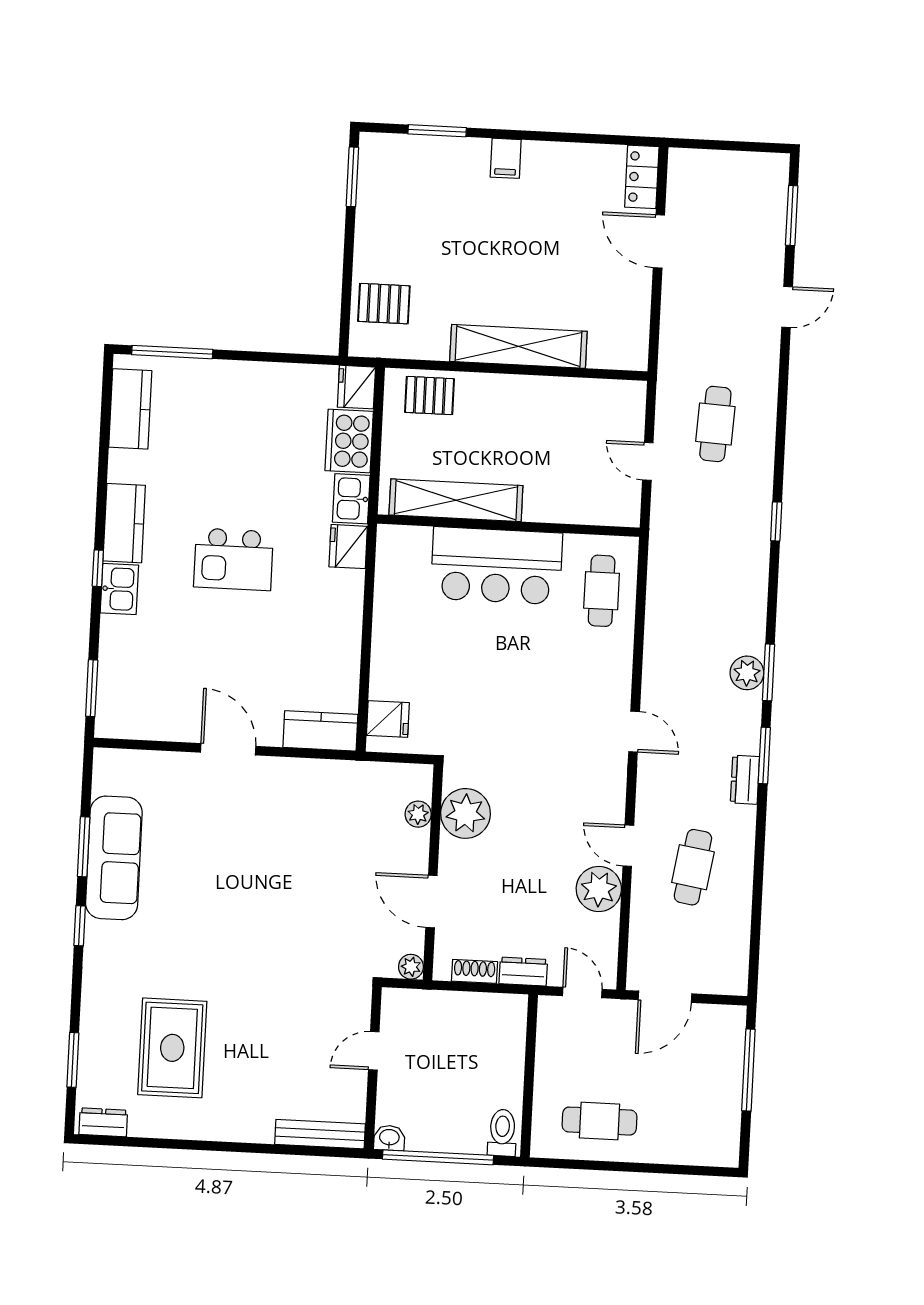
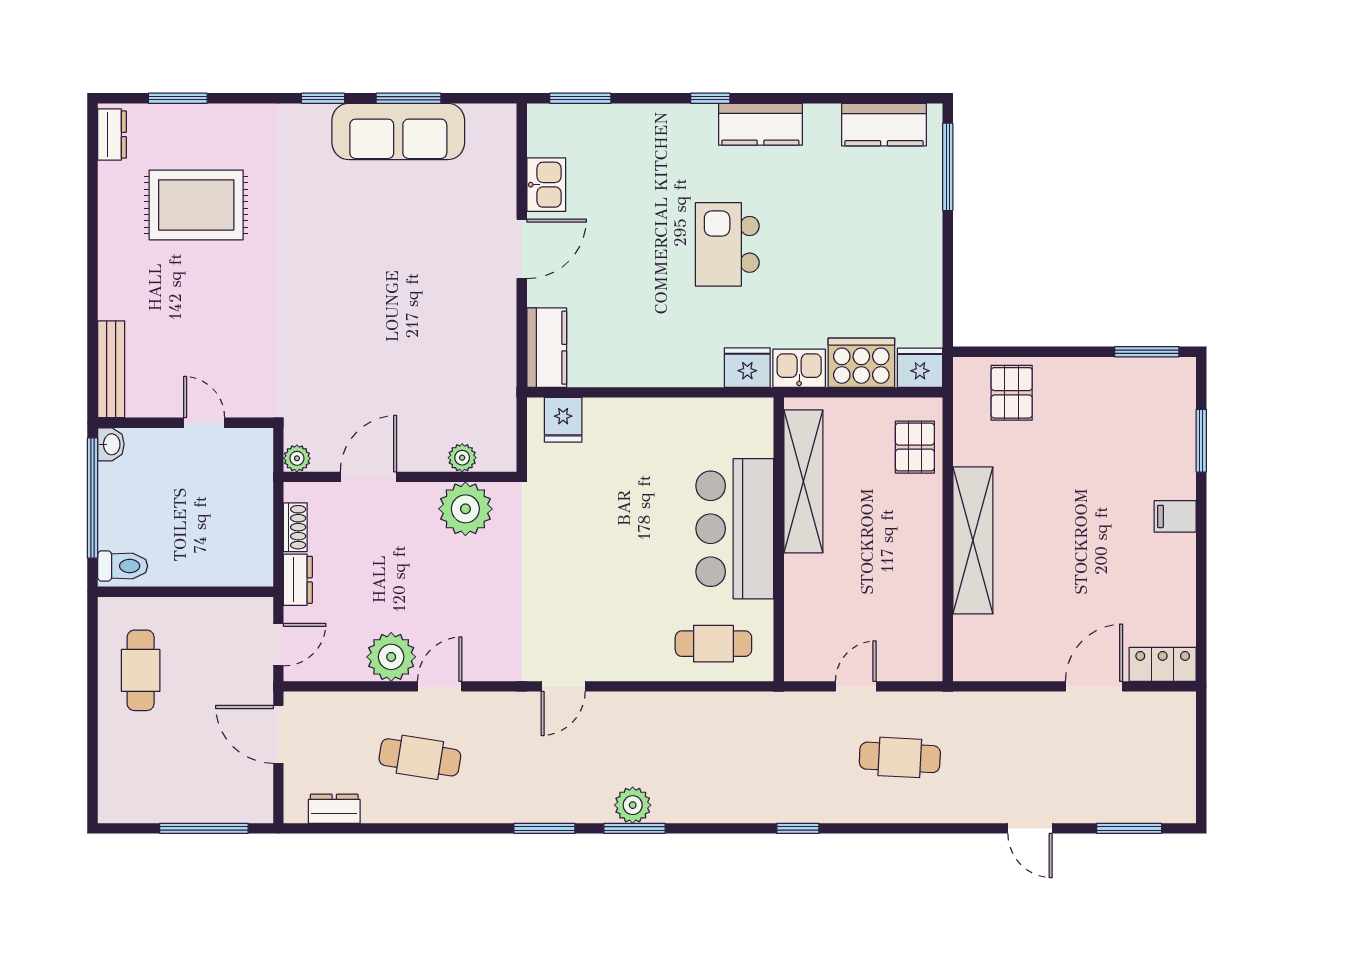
kitchen sink: (119, 589) -> (546, 185), moved, turned -90
dresser: (745, 780) -> (334, 809), moved

